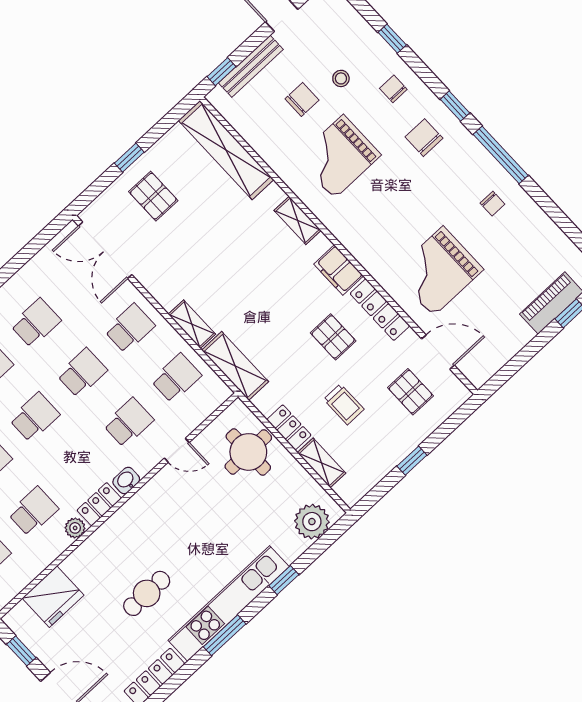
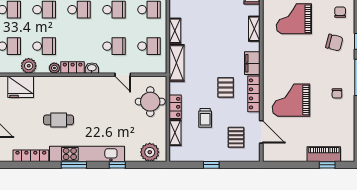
chair: (424, 138) -> (334, 43), turned 104
plant: (37, 558) -> (29, 66), added

